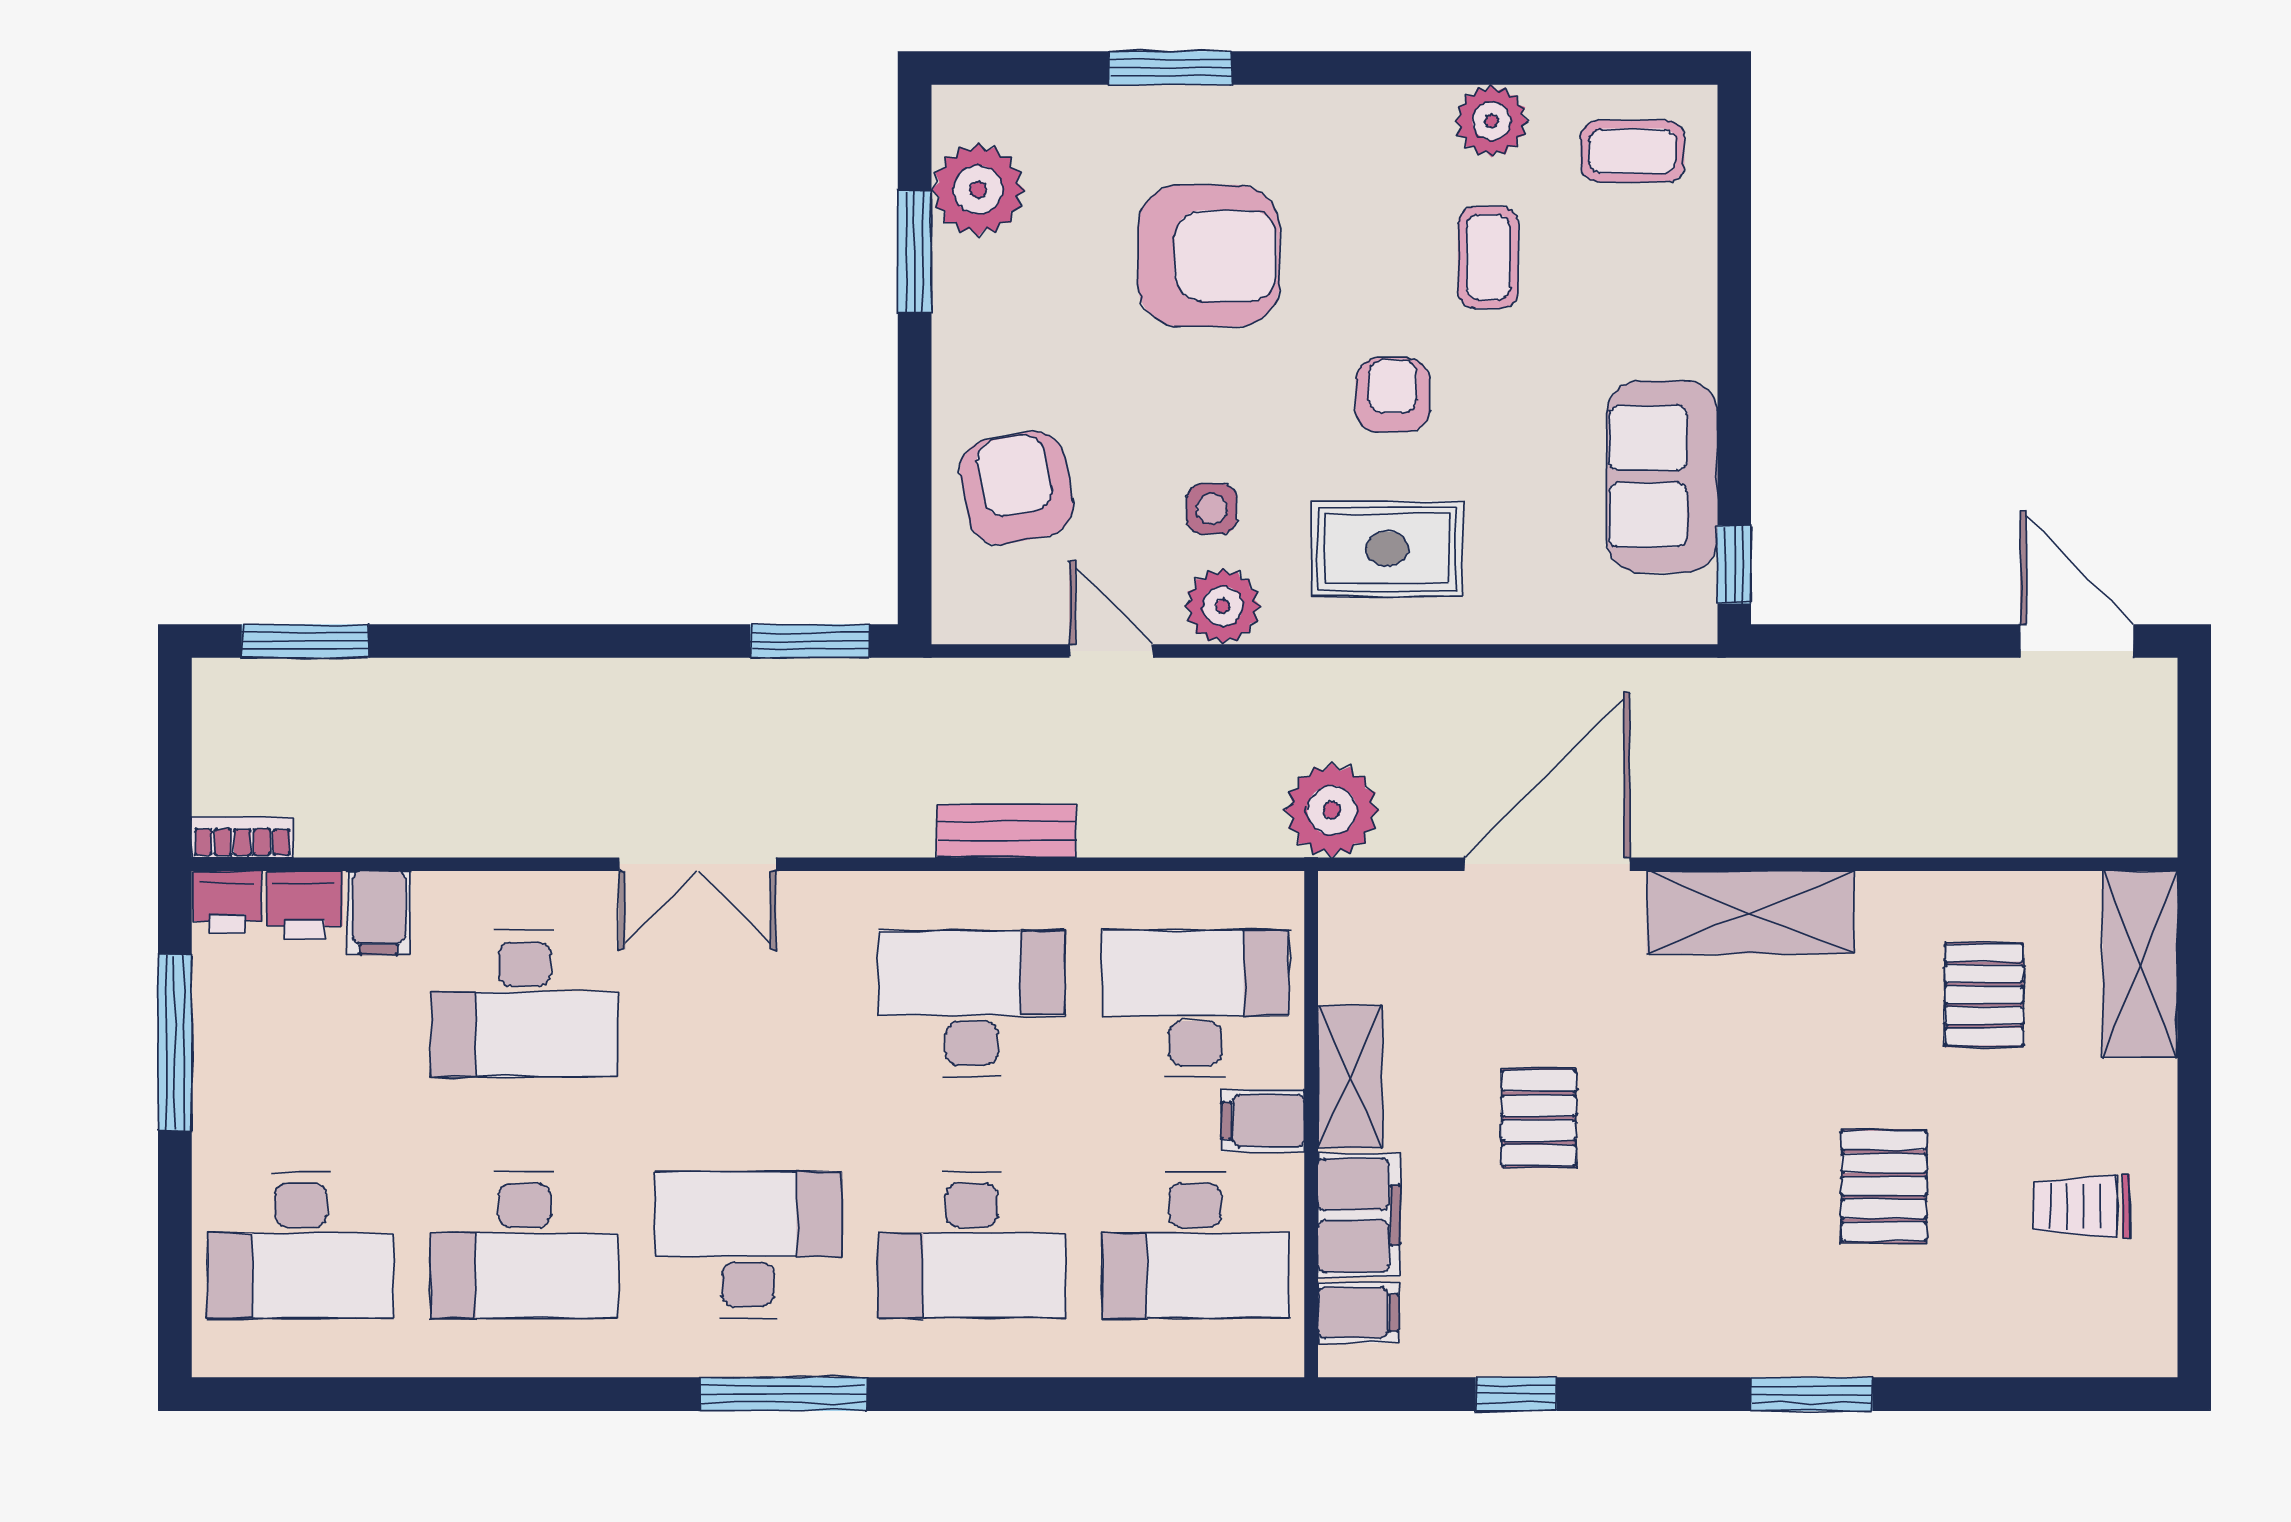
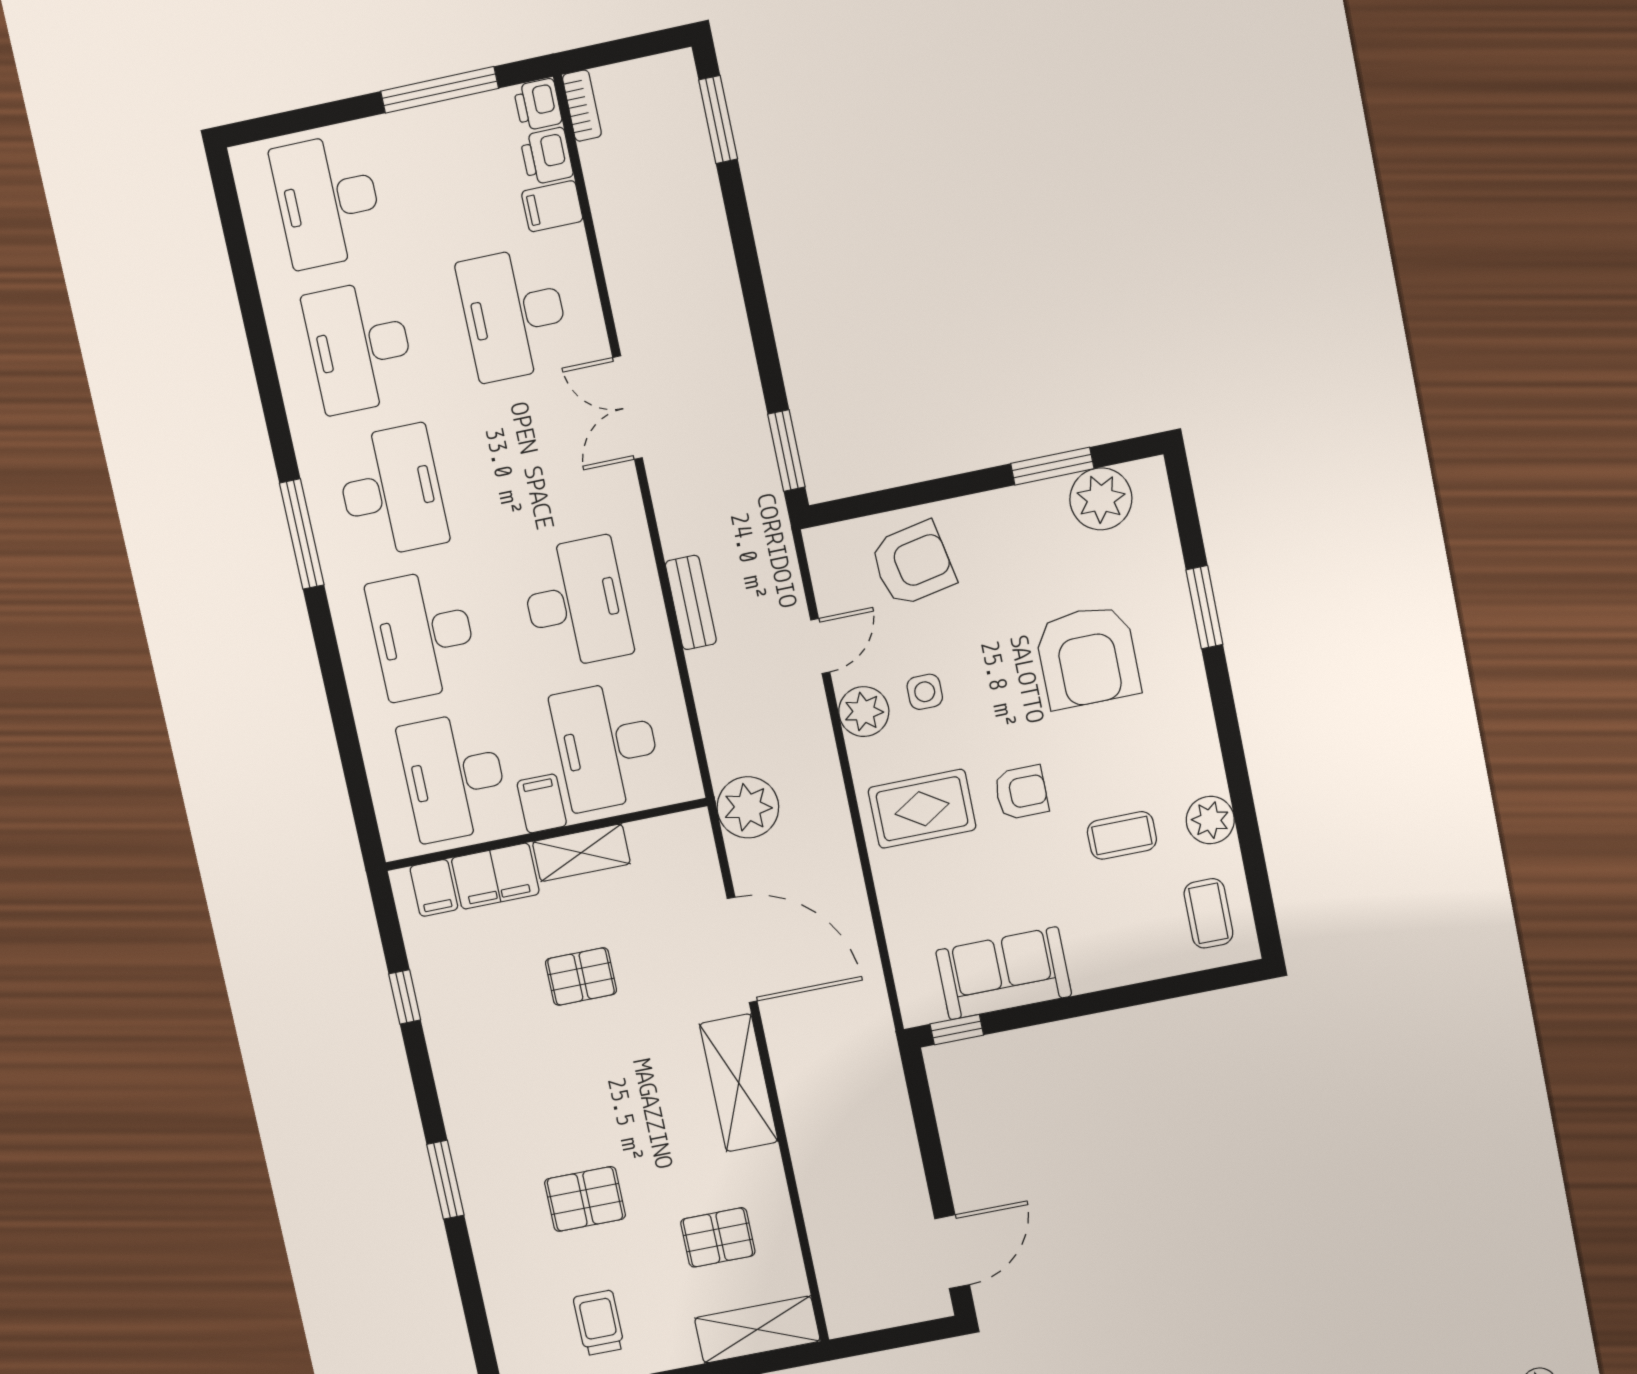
rug: (1387, 549) -> (922, 809), turned 90
desk: (1195, 1004) -> (607, 746), turned 180

